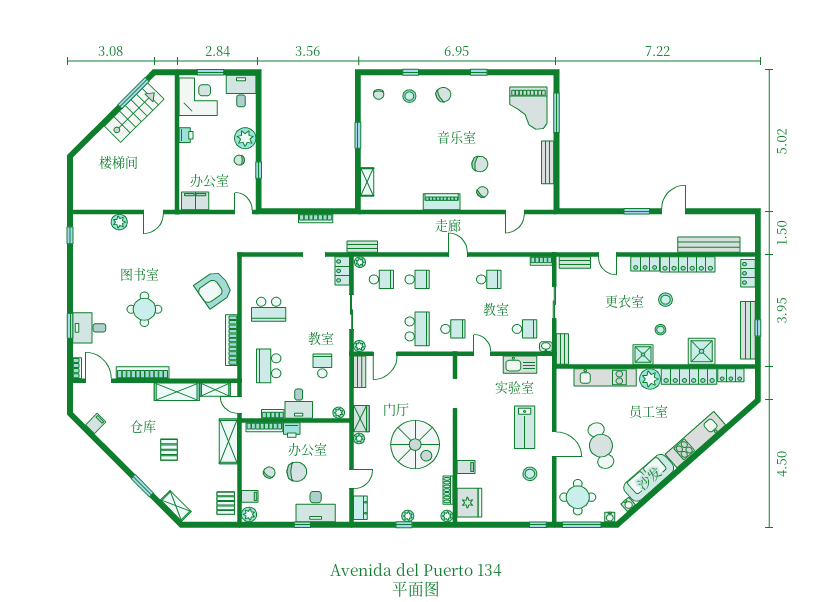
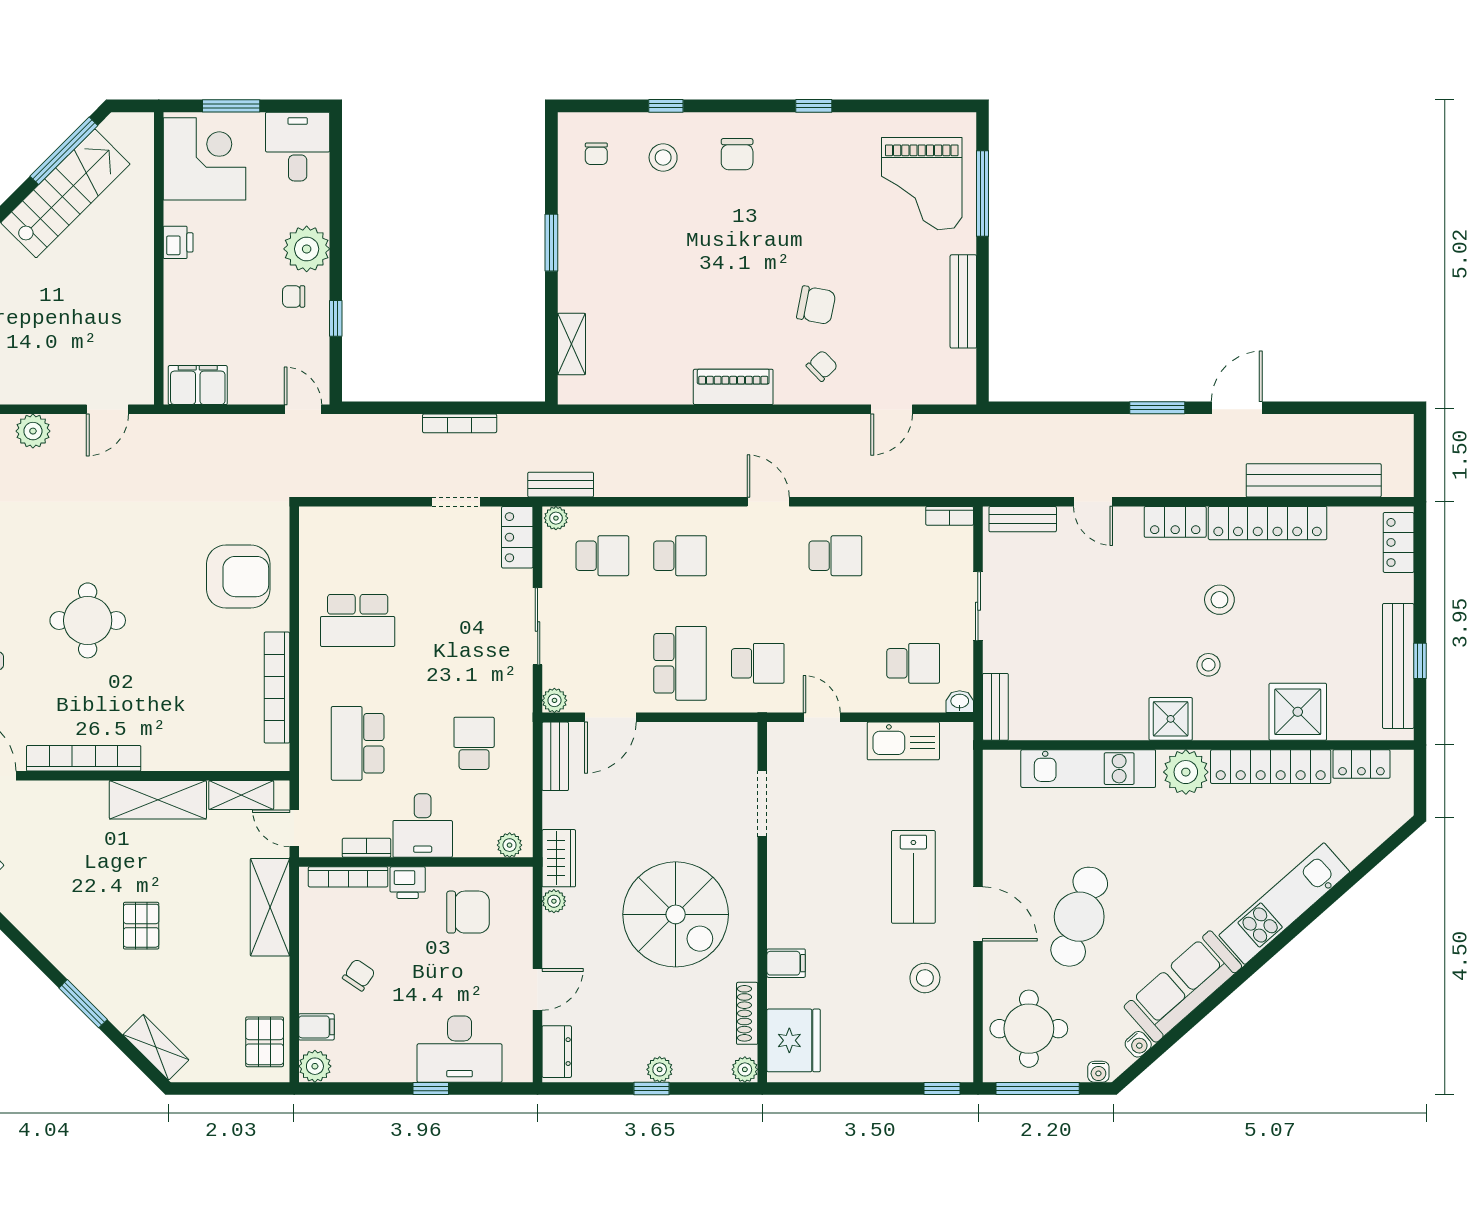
chair: (443, 95) -> (737, 154), turned 119
armchair: (214, 289) -> (238, 577), turned -145
cafe table: (601, 446) -> (1079, 917), turned 35
chair: (297, 472) -> (468, 912), moved

